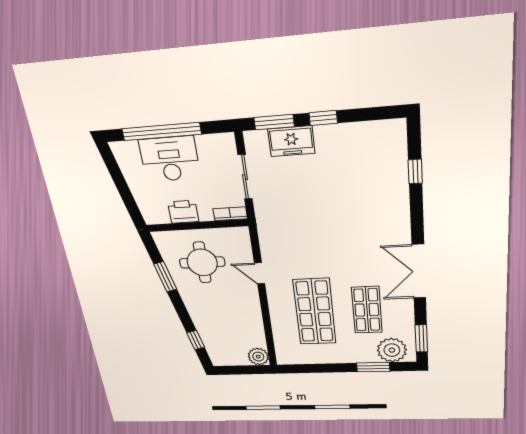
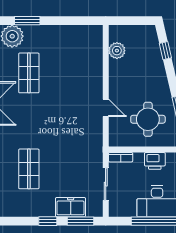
shop shelf: (315, 312) -> (29, 169), moved, width x0.70, depth x0.74
plant: (258, 357) -> (117, 51), moved

